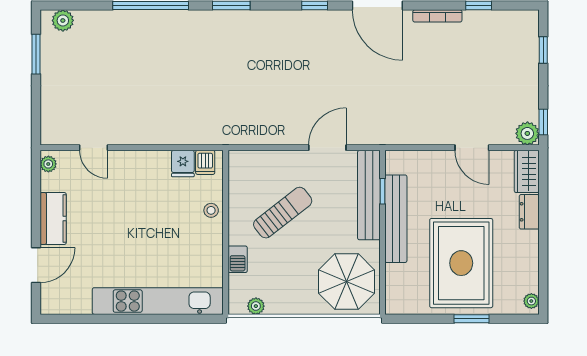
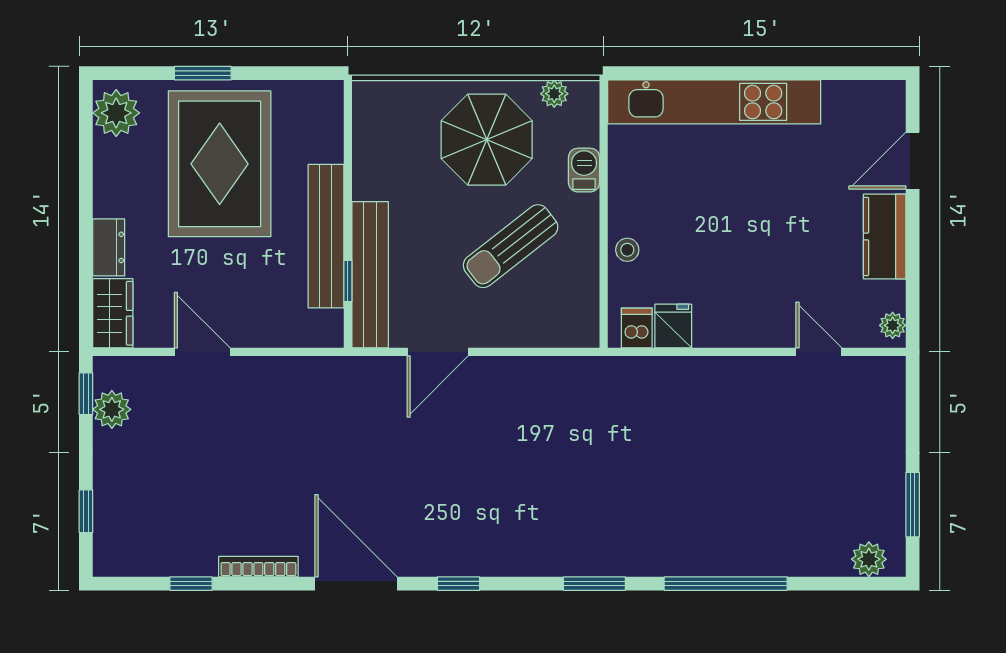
plant: (527, 133) -> (112, 409), moved
parasol: (347, 282) -> (487, 140), moved
plant: (531, 301) -> (116, 113), width x1.87, depth x1.87

